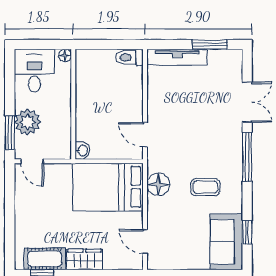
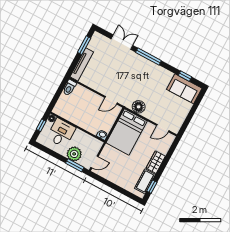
window: (45, 44) -> (41, 125), added
desk: (34, 71) -> (61, 133), moved, turned 90
coffee table: (205, 187) -> (152, 85), removed

